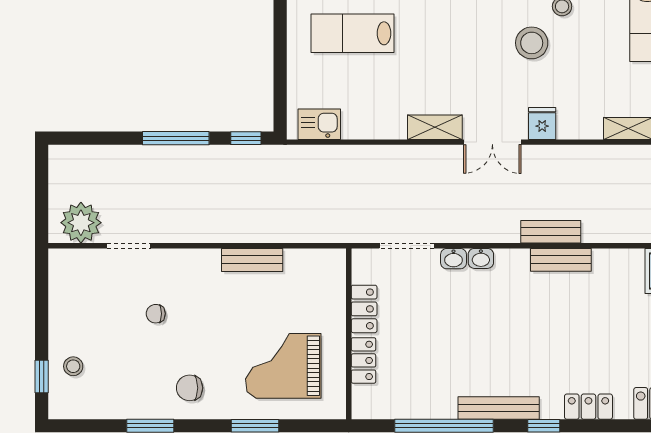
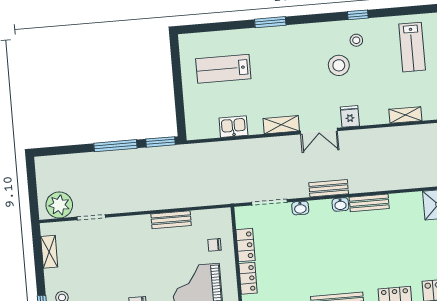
kitchen sink: (319, 124) -> (233, 127), moved
window: (246, 138) -> (160, 142), width x1.50
bench: (551, 232) -> (329, 188), moved
washbasin: (481, 258) -> (340, 204), moved
shelving: (59, 294) -> (49, 252), added
chair: (156, 314) -> (215, 245), moved

